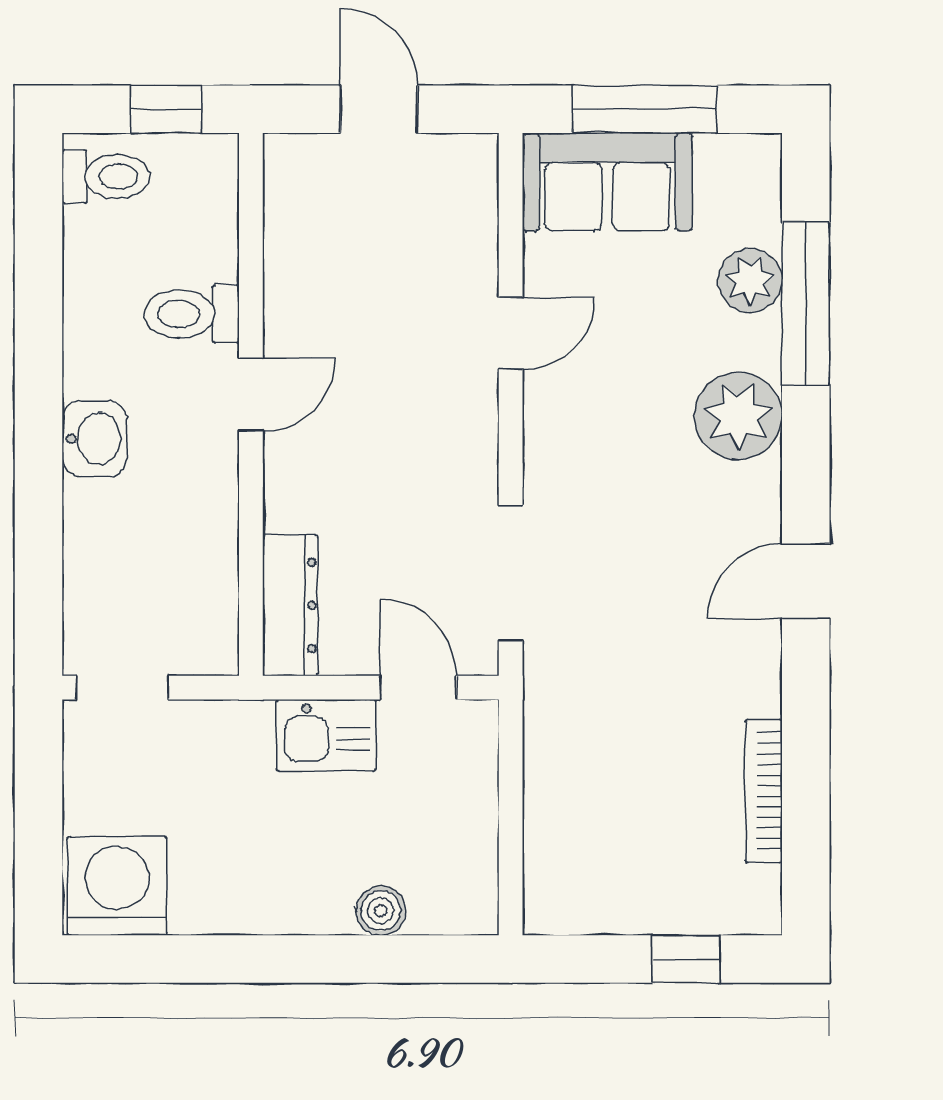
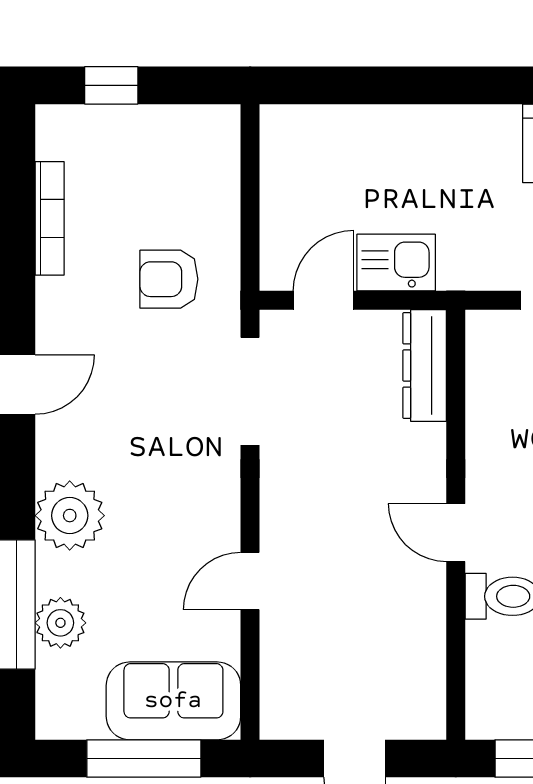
door: (251, 394) -> (456, 533), hinge flipped
door: (418, 688) -> (323, 300), swing flipped
armchair: (613, 714) -> (169, 279), added
boiler: (381, 911) -> (353, 124), removed

